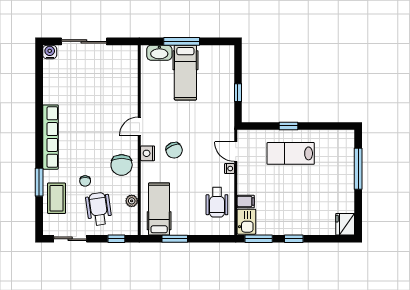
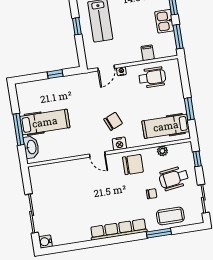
kitchen sink: (246, 222) -> (164, 21), moved, turned -90

